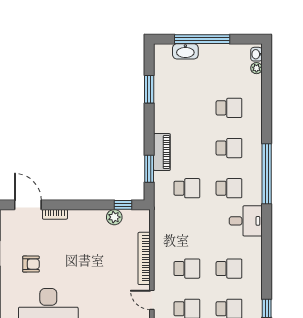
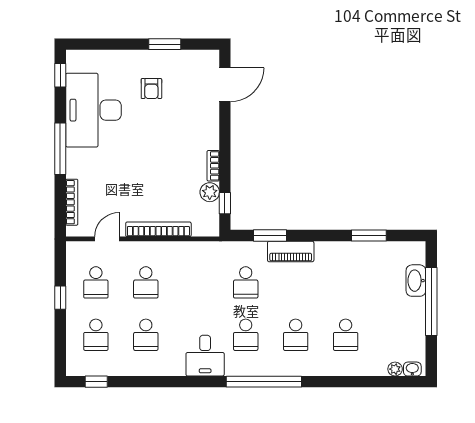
bookcase: (55, 214) -> (213, 166), moved

